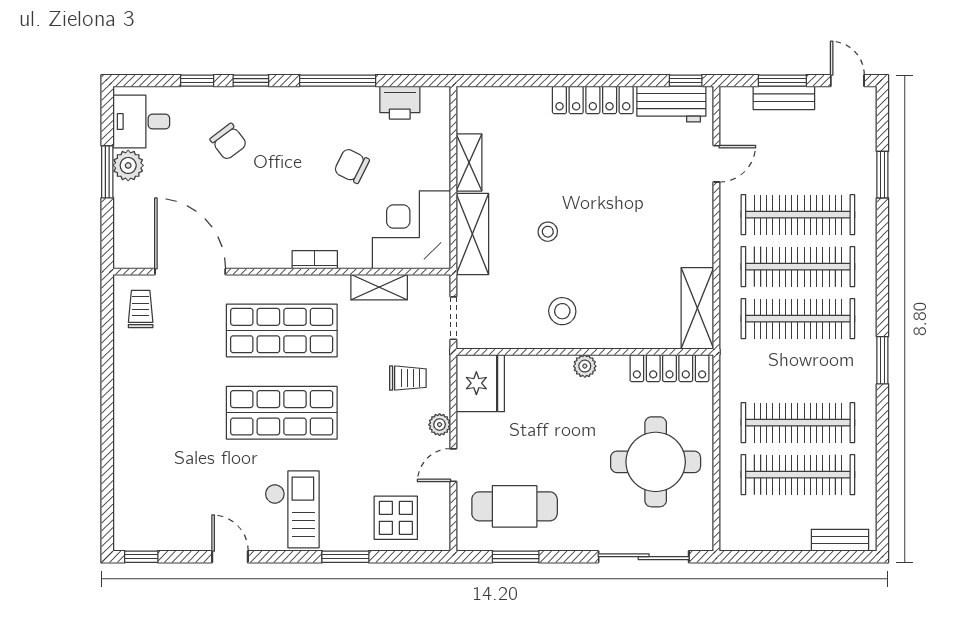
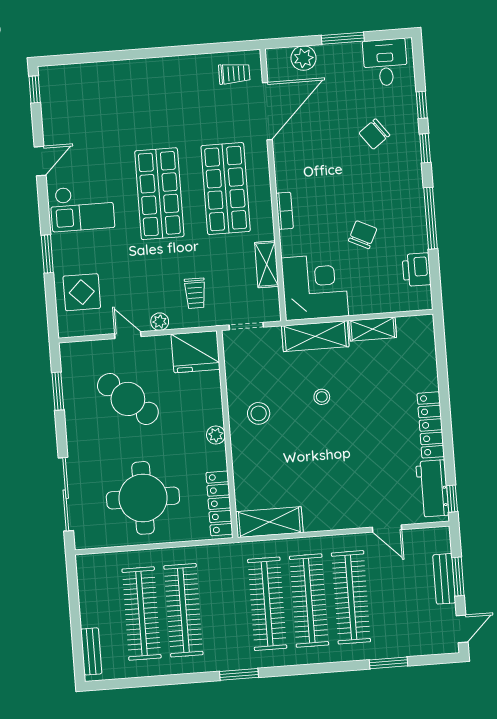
plant: (128, 165) -> (304, 58), moved
cafe table: (515, 506) -> (128, 399), moved, turned -49

